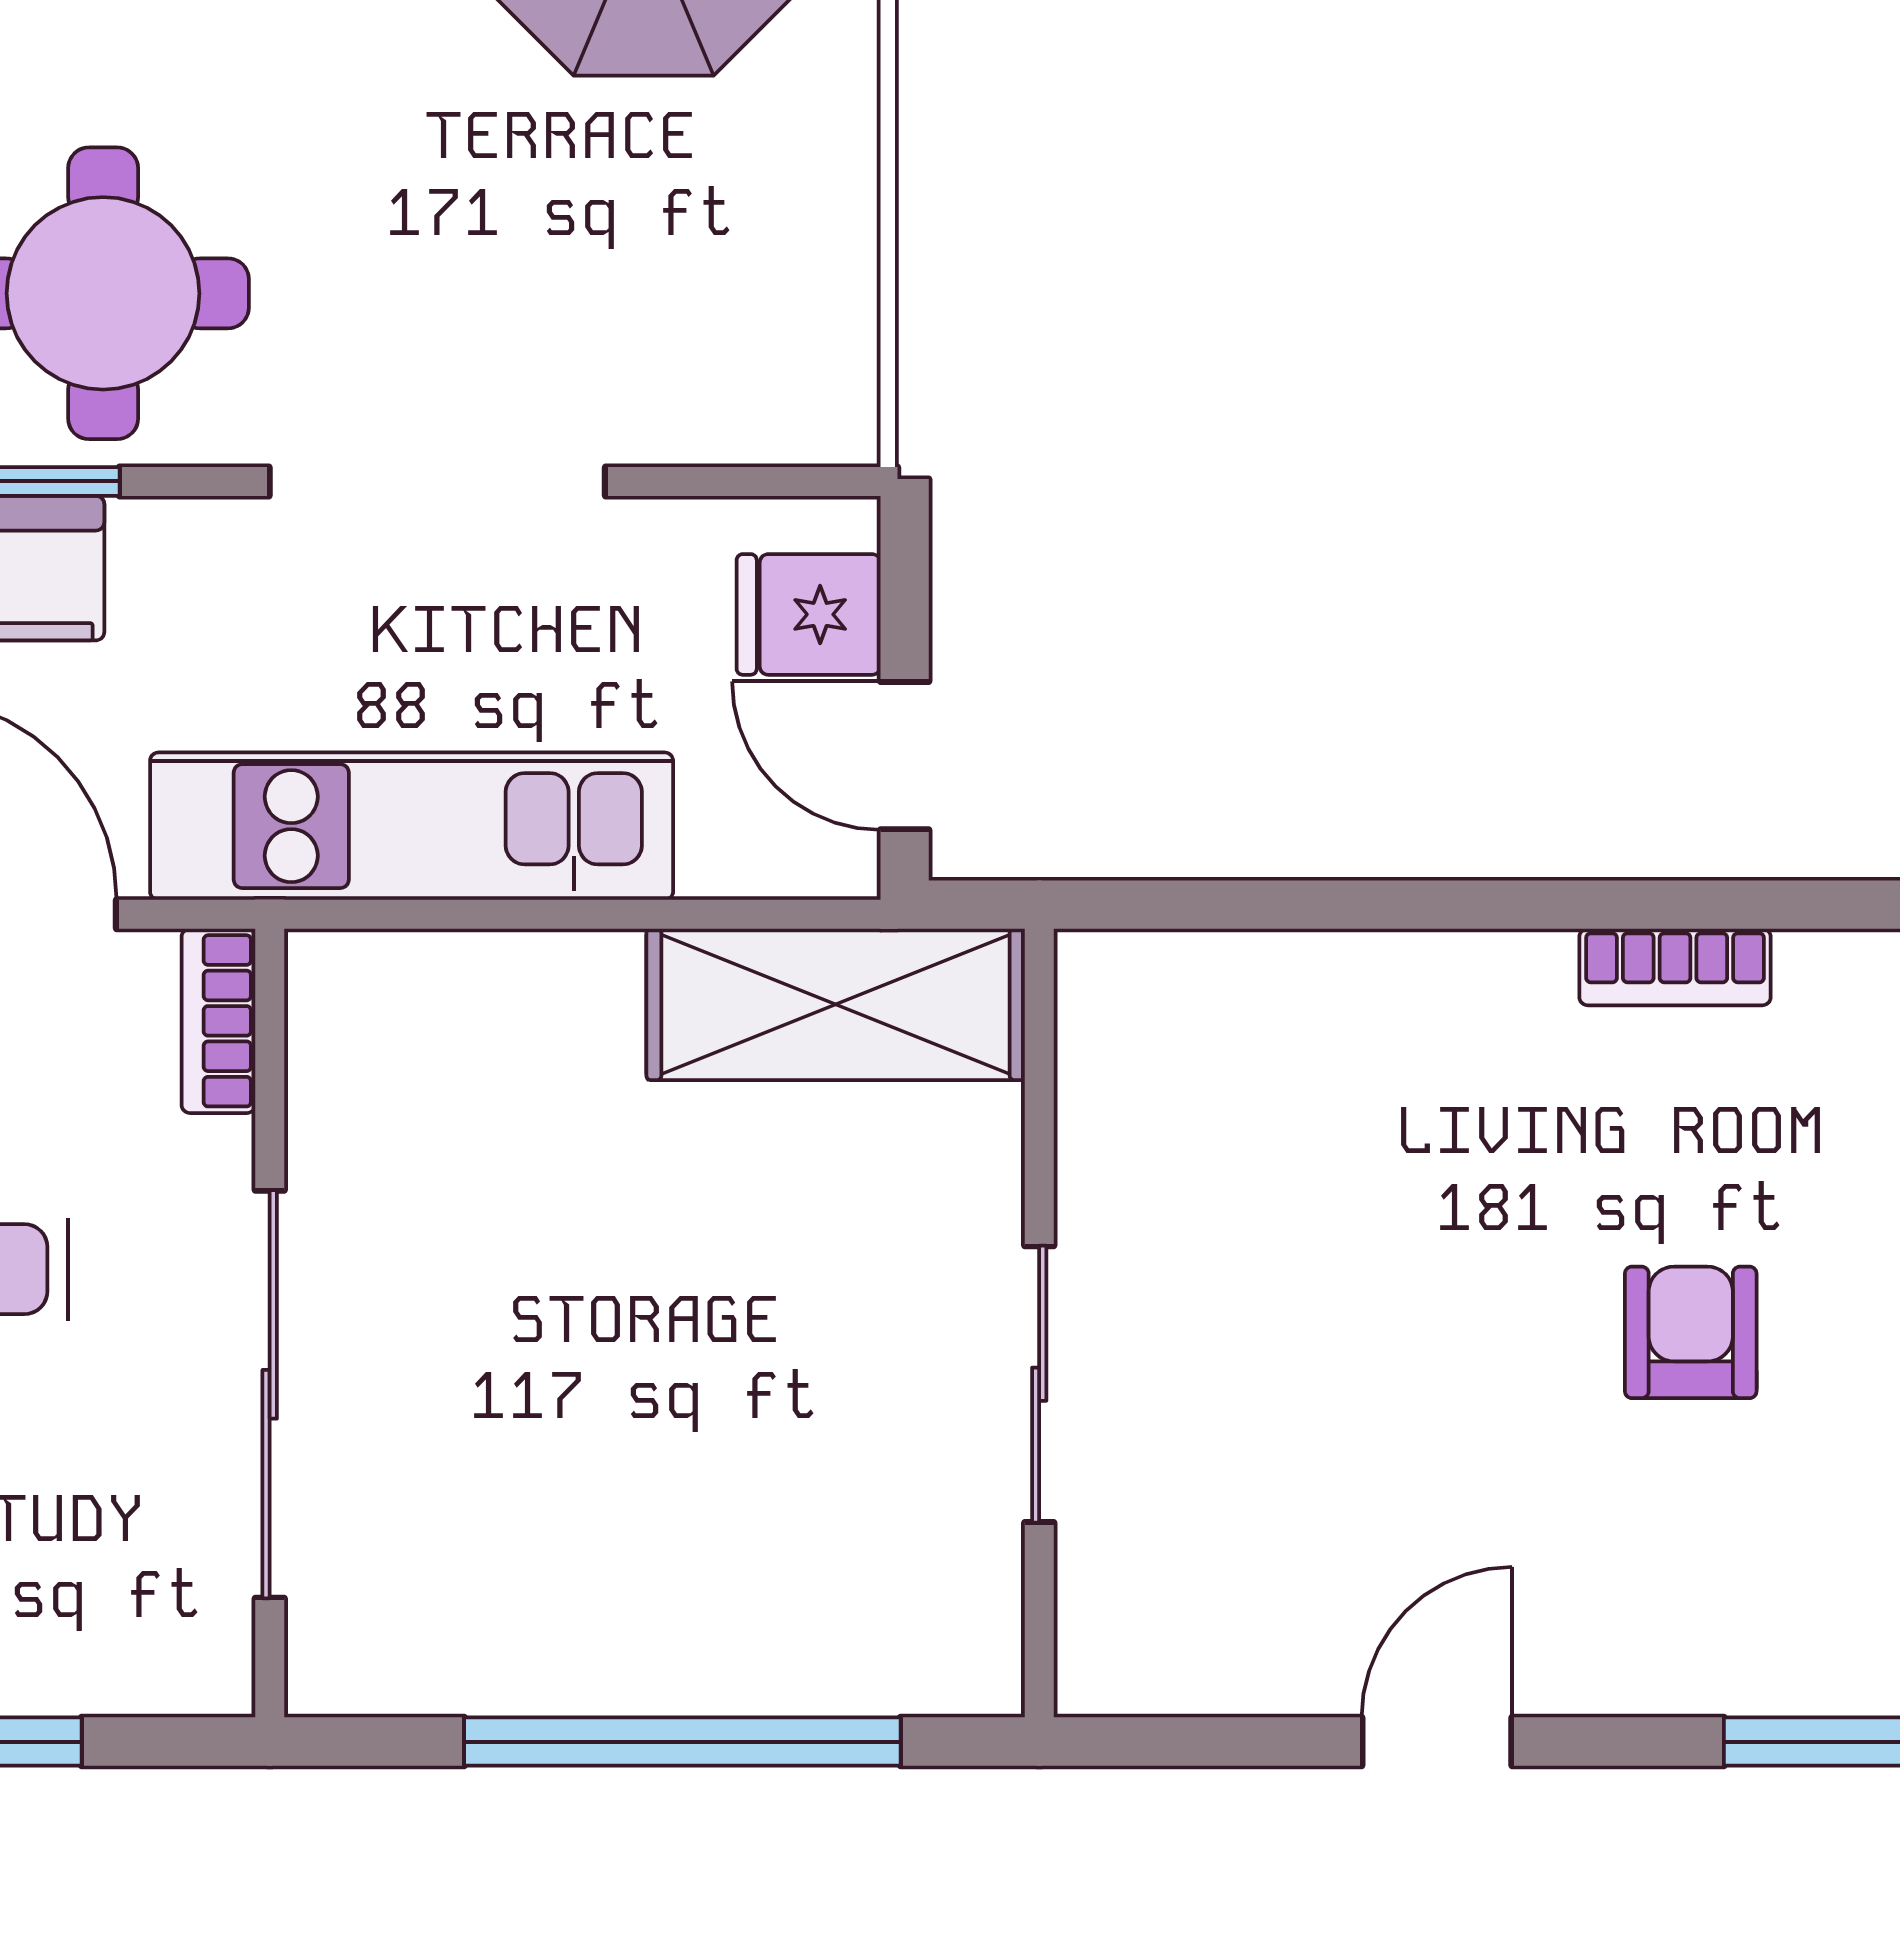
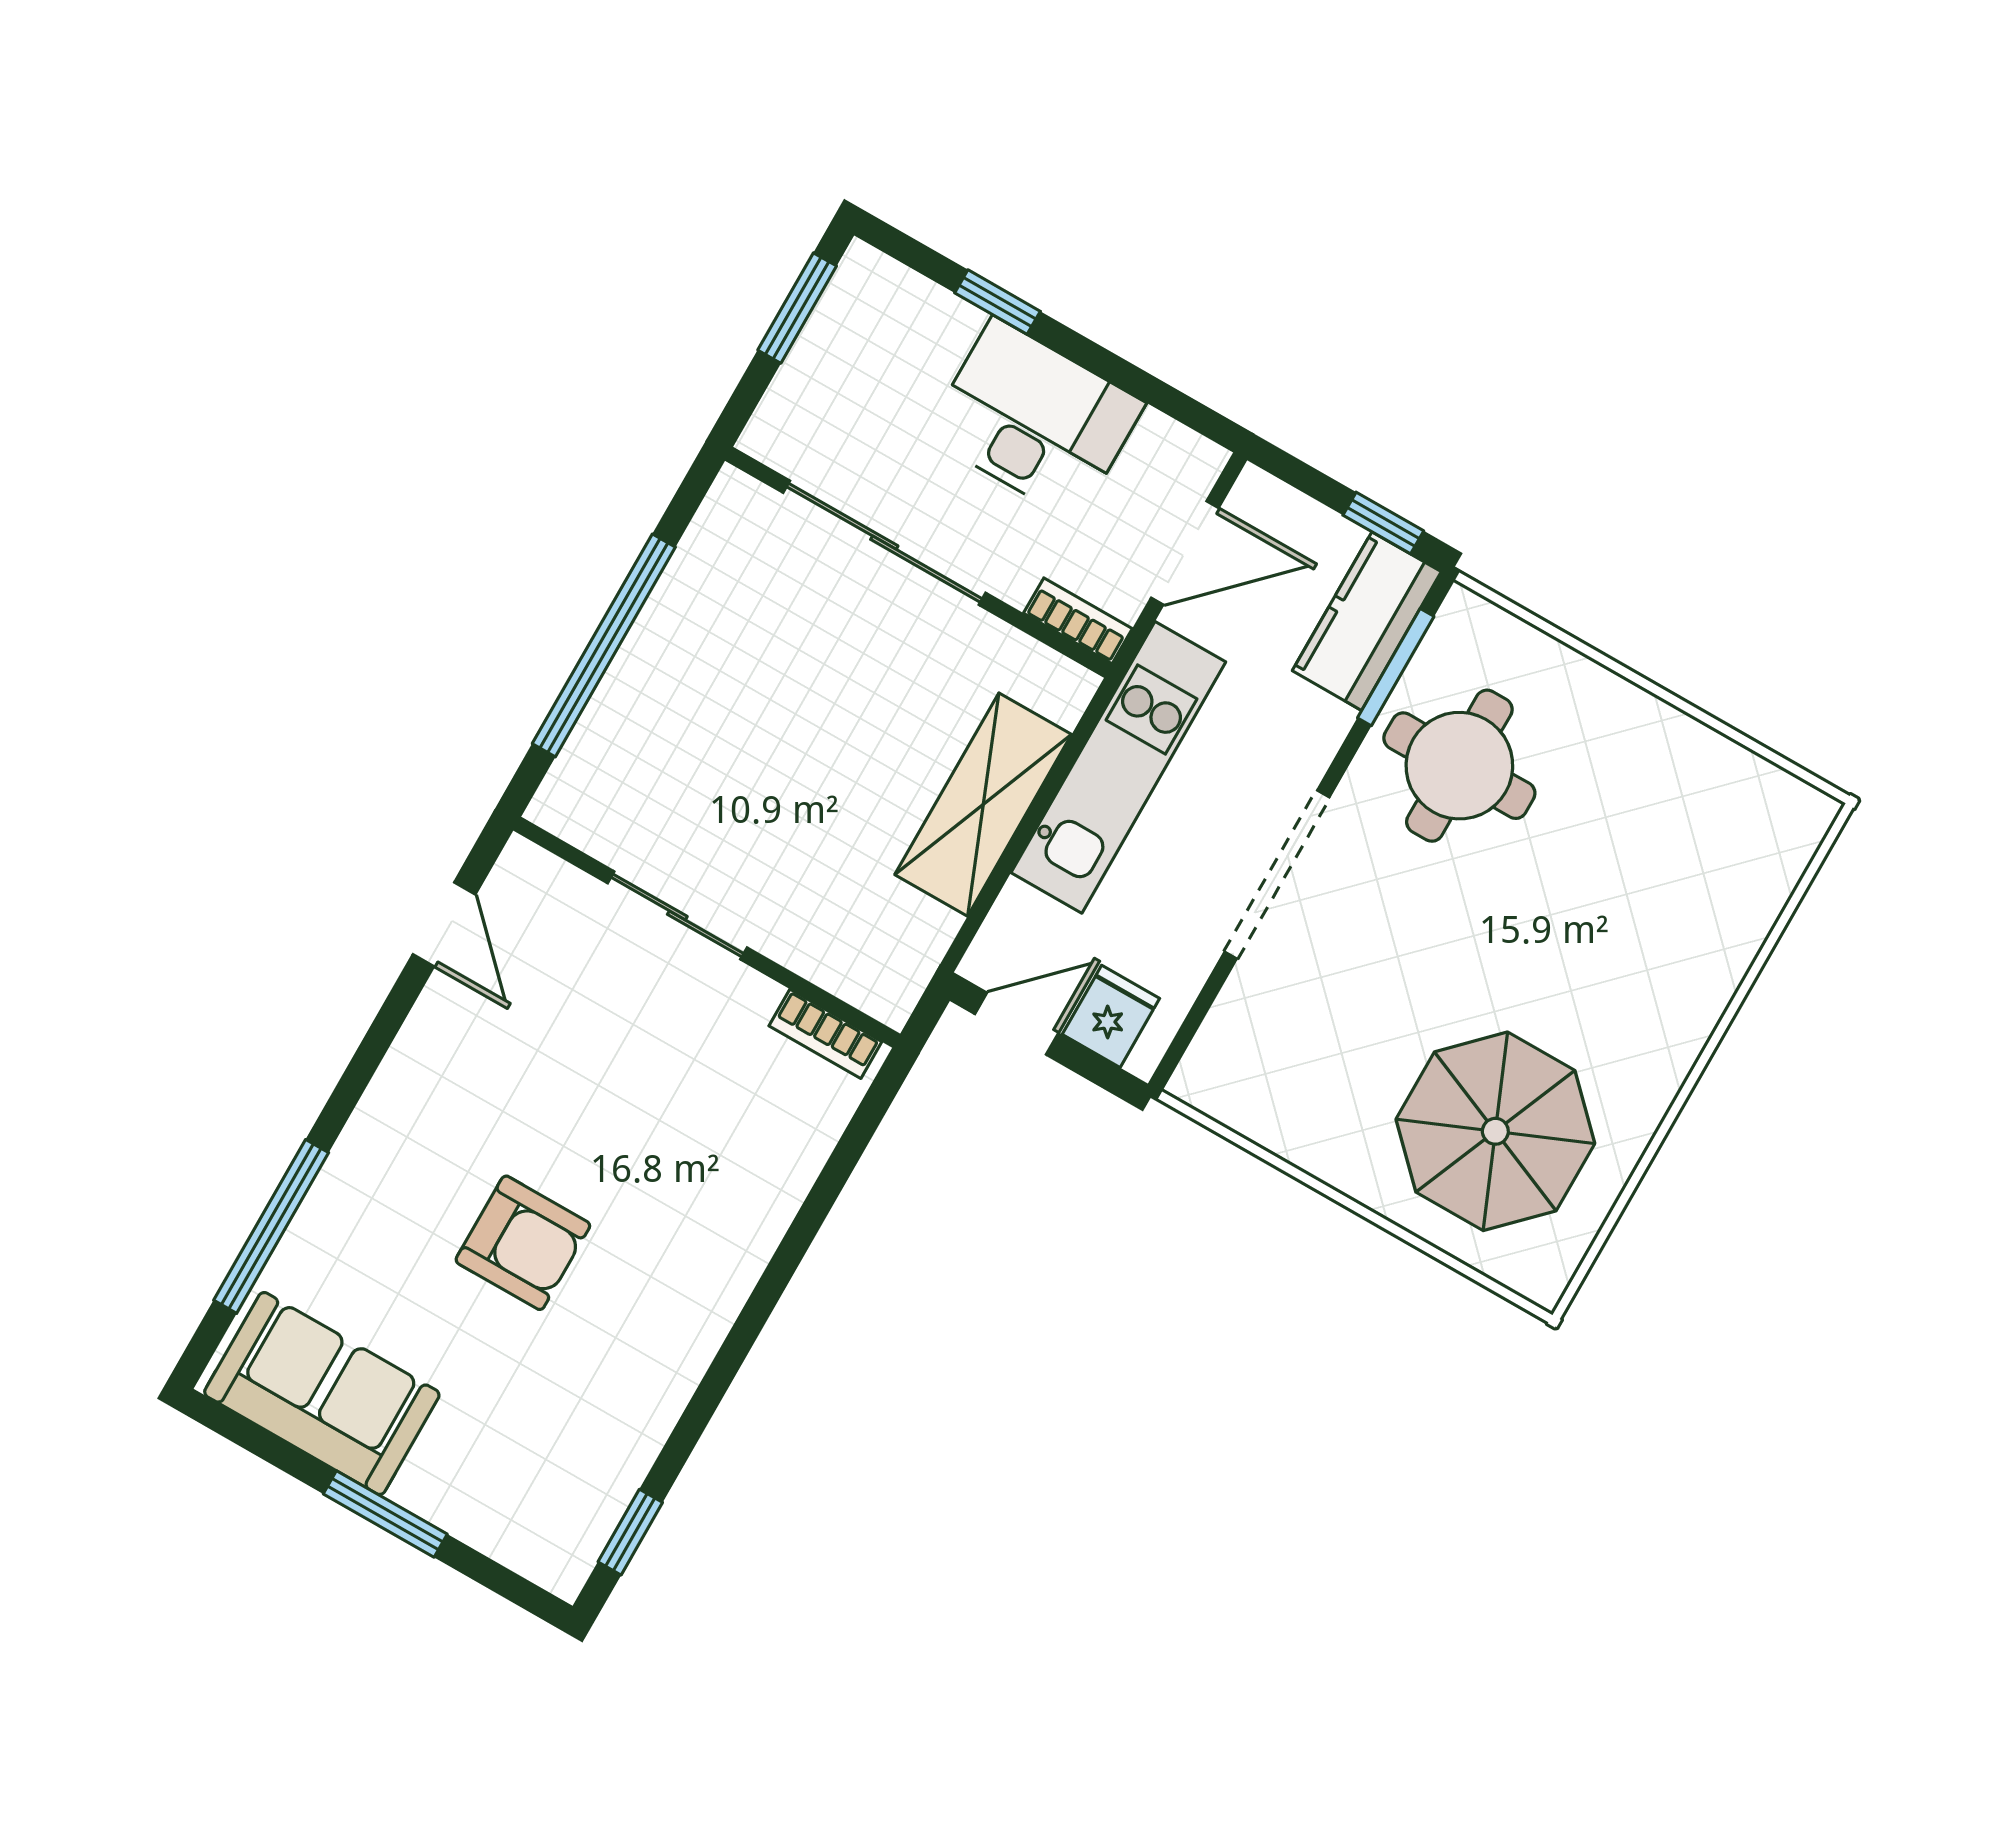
bookcase: (1675, 967) -> (825, 1034), moved, turned -90
shelving: (836, 1004) -> (983, 805), moved
armchair: (1691, 1332) -> (523, 1243), width x1.38, depth x1.38
door: (1437, 1742) -> (444, 924), moved

